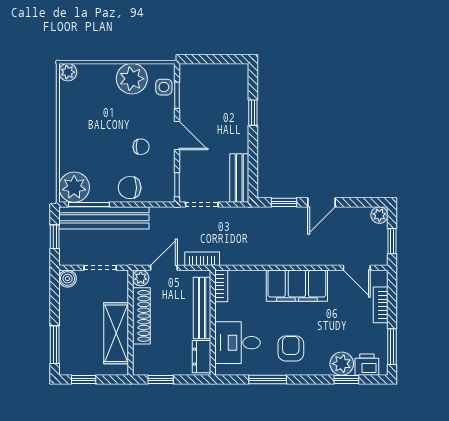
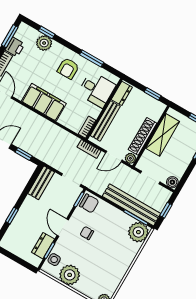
dresser: (189, 97) -> (43, 246), added
chair: (130, 188) -> (89, 203), moved
printer: (367, 365) -> (15, 47), moved, turned -90

